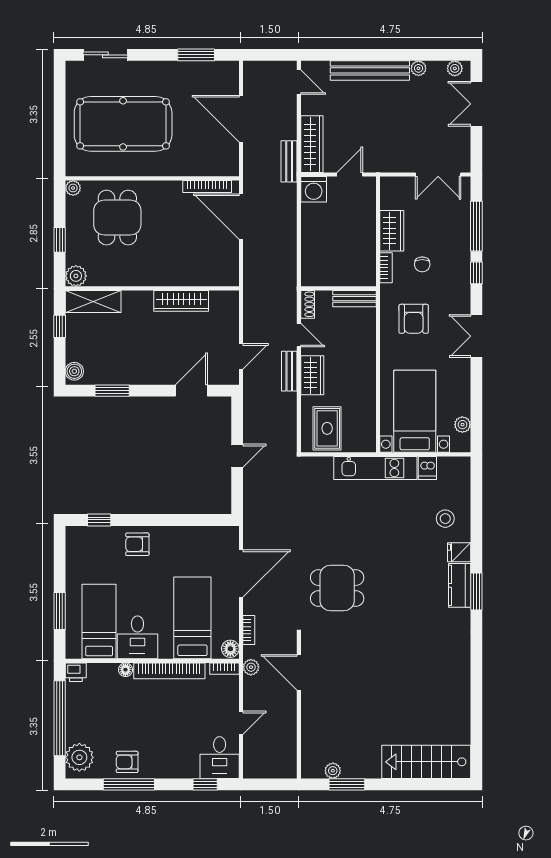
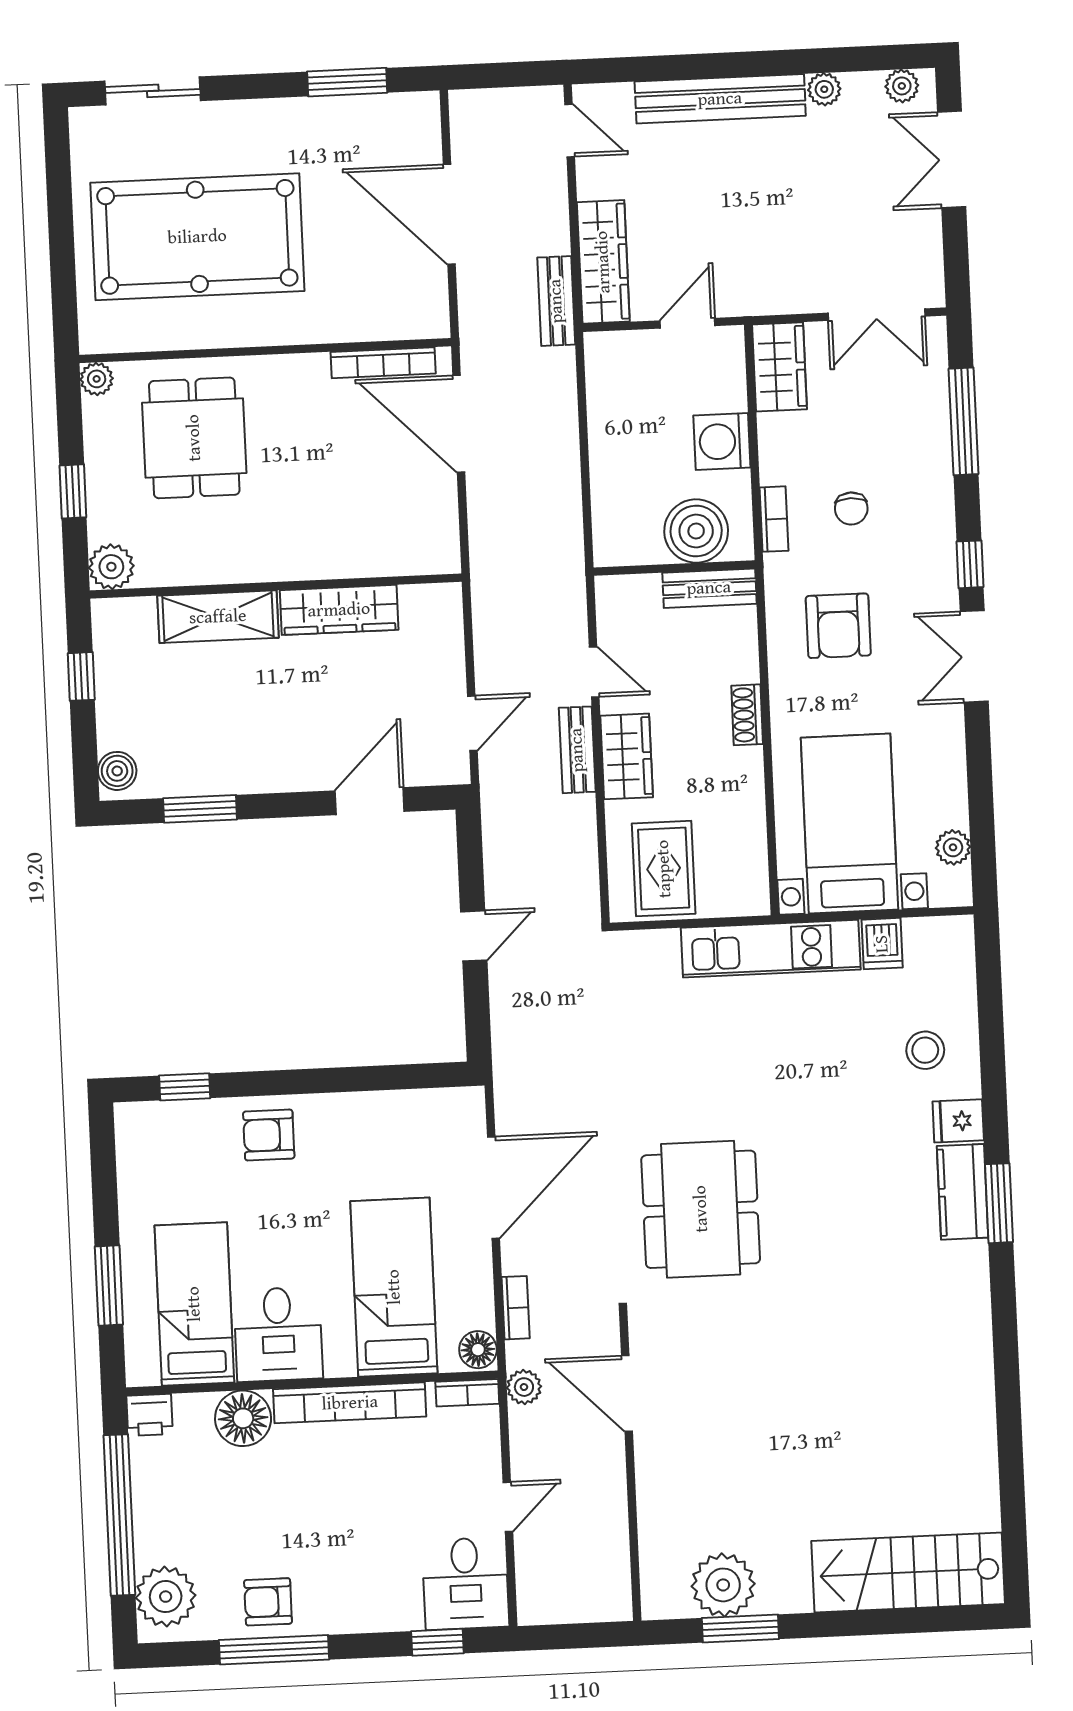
washing machine: (314, 189) -> (722, 441), moved, turned 90
wardrobe: (392, 231) -> (779, 367), moved
boiler: (349, 272) -> (696, 531), added
window: (476, 273) -> (970, 564), moved
shelving: (93, 301) -> (218, 617), moved
shoe rack: (308, 304) -> (747, 715), moved, turned 180
dining table: (337, 588) -> (701, 1209), width x1.38
floor lamp: (125, 670) -> (243, 1418), width x1.89, depth x1.89
plant: (333, 771) -> (723, 1585), width x1.87, depth x1.87

